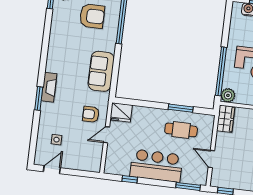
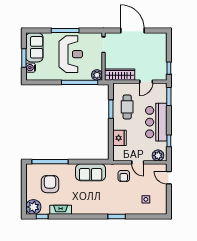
fireplace: (49, 87) -> (61, 210), moved
fridge: (121, 112) -> (120, 138), moved
wardrobe: (226, 119) -> (120, 75), width x1.50
plant: (112, 163) -> (158, 156), added
door: (52, 170) -> (169, 178), moved

